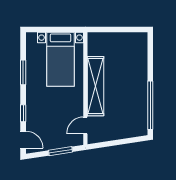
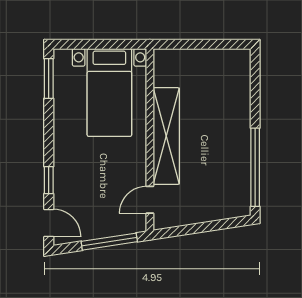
window: (23, 72) -> (49, 78), moved
window: (60, 151) -> (109, 242), width x1.44

